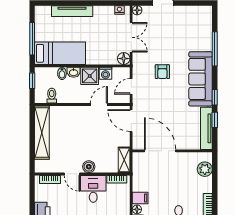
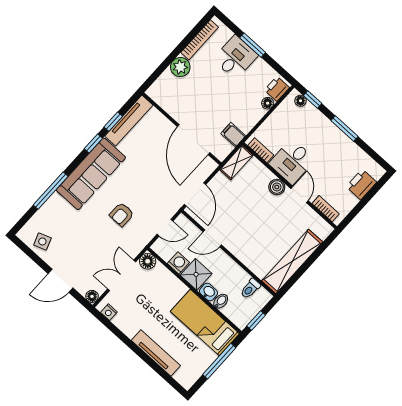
side table: (193, 16) -> (42, 241), added
armchair: (162, 72) -> (122, 214), turned 180
plant: (205, 169) -> (180, 67), moved
filing cabinet: (140, 198) -> (233, 135), moved

